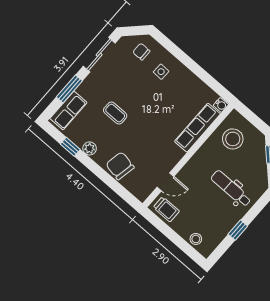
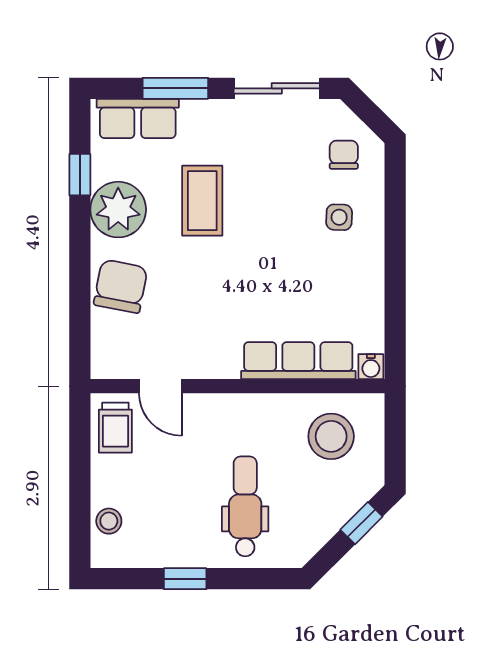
coffee table: (115, 113) -> (202, 201), width x1.36, depth x1.30
plant: (90, 148) -> (118, 210), width x1.88, depth x1.88

